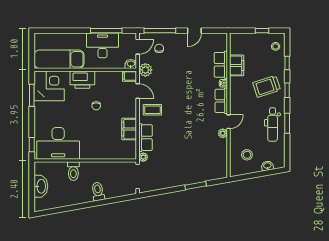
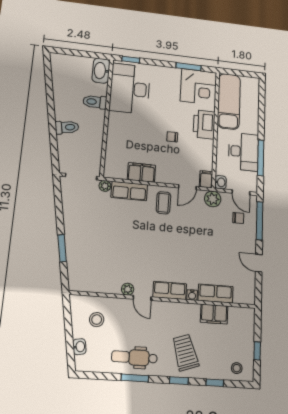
washbasin: (41, 186) -> (101, 71), moved, turned 90

